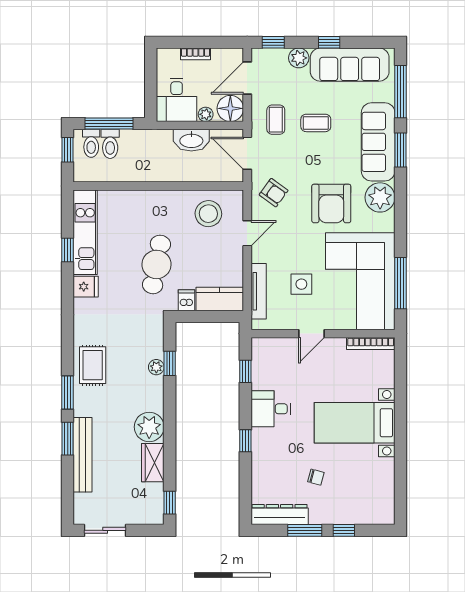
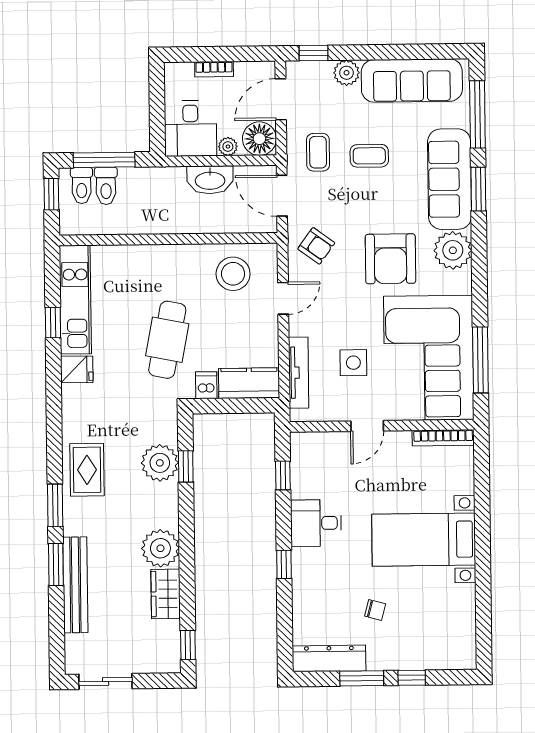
window: (329, 42) -> (385, 52), removed
plant: (156, 367) -> (160, 463), width x1.87, depth x1.87

